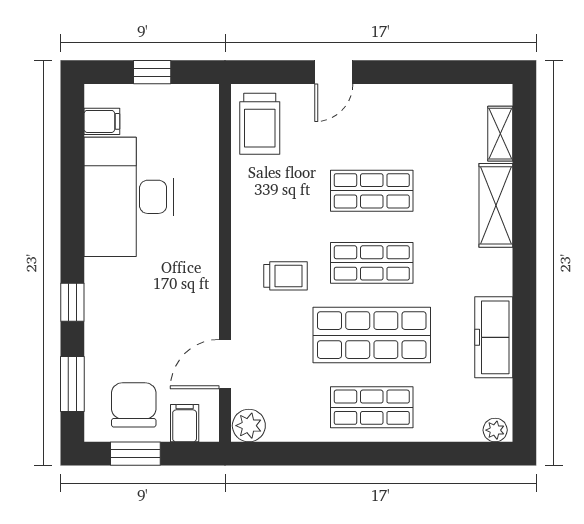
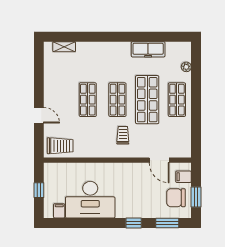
shelving: (496, 205) -> (94, 49), removed
plant: (249, 426) -> (184, 150), removed
plant: (495, 430) -> (186, 67), moved

